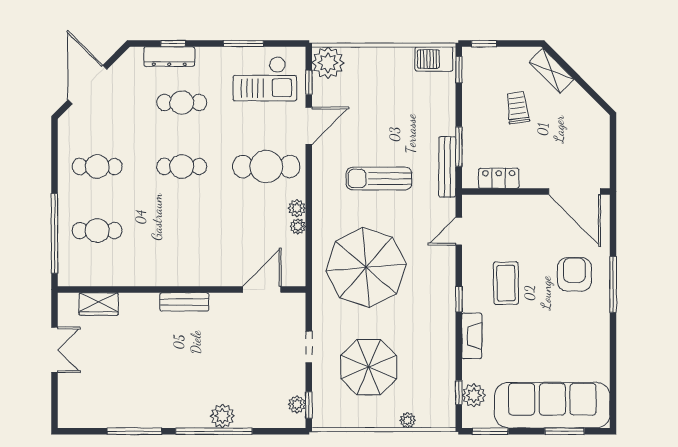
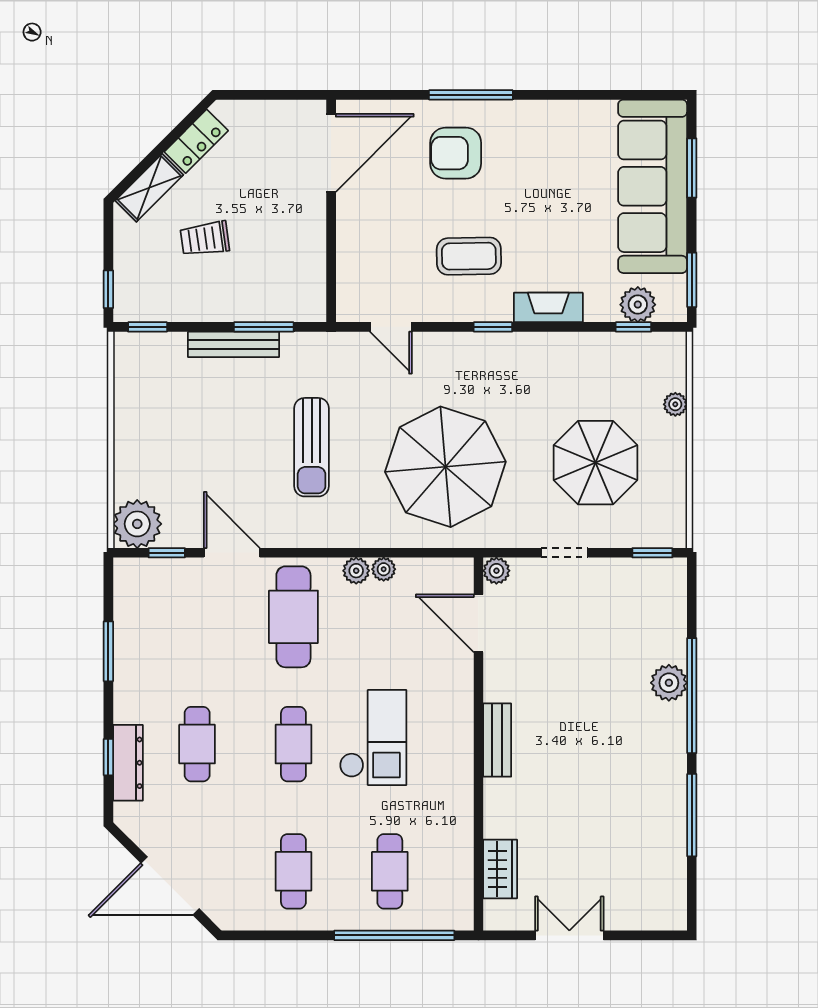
barbecue: (434, 59) -> (132, 364), removed
checkout: (265, 79) -> (373, 737), moved
bench: (447, 167) -> (233, 344), moved
locker: (499, 178) -> (196, 141), moved, turned -135
plant: (297, 404) -> (496, 571), moved

